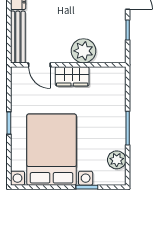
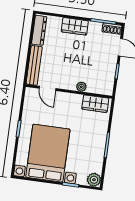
plant: (83, 51) -> (81, 87), width x0.53, depth x0.53
wardrobe: (72, 76) -> (95, 104), moved
plant: (117, 160) -> (94, 180), moved

